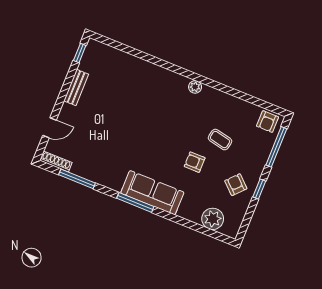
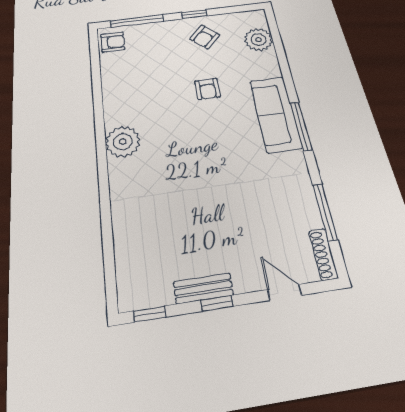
plant: (195, 87) -> (123, 142), width x1.87, depth x1.87
window: (65, 90) -> (217, 303), added
coffee table: (220, 140) -> (163, 77), removed

